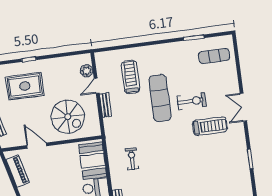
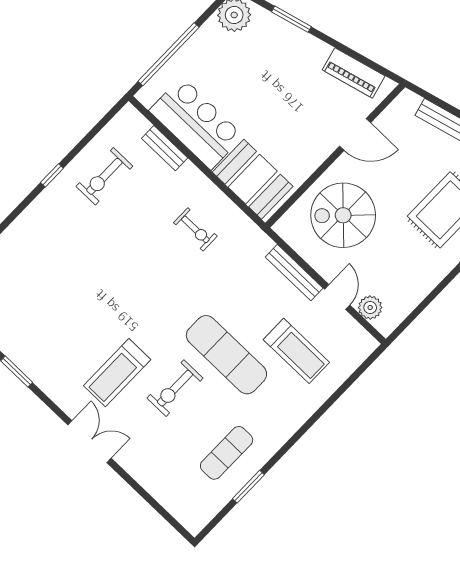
exercise mat: (214, 56) -> (227, 453), moved
bench: (106, 105) -> (294, 273), width x1.36

